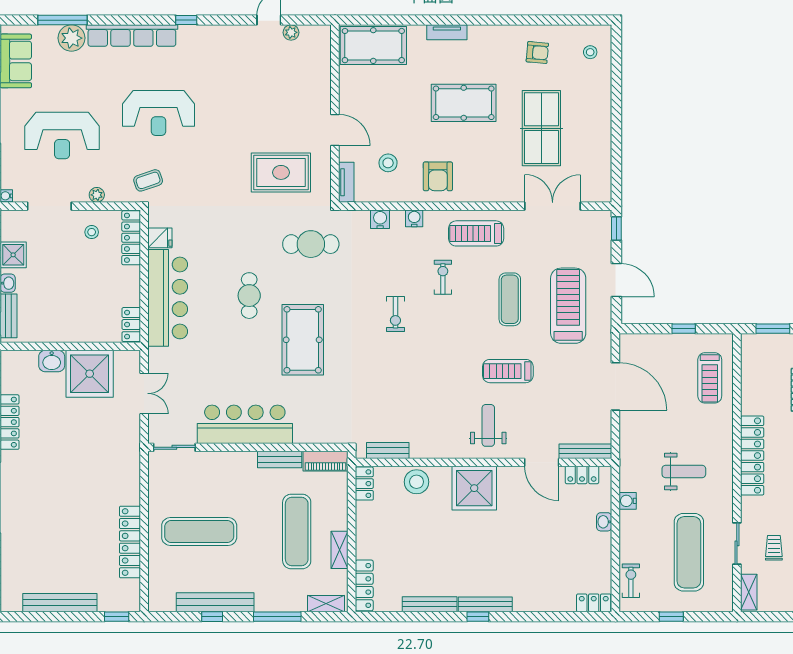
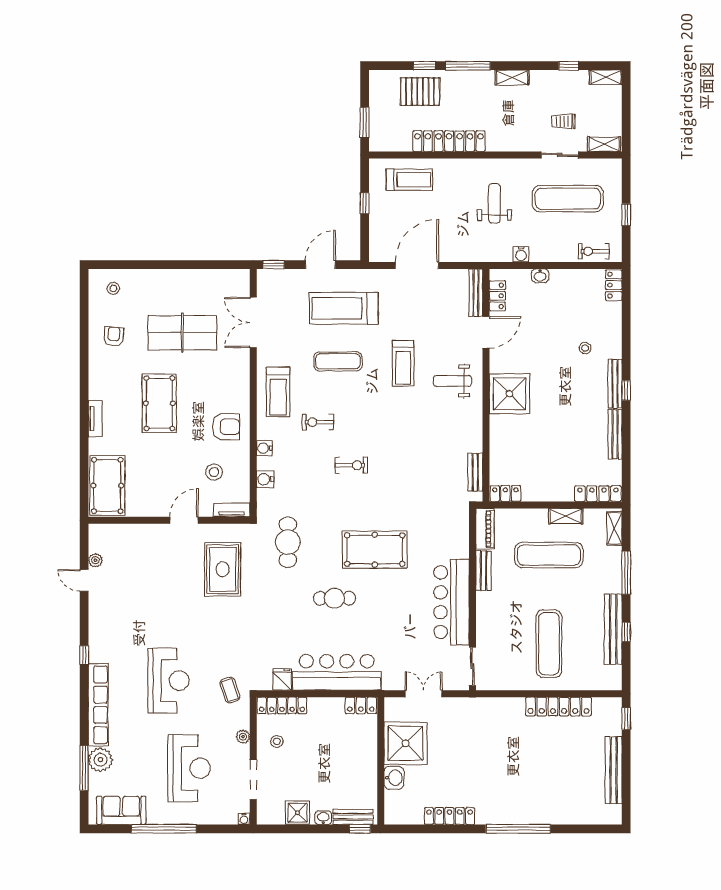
locker: (752, 456) -> (449, 141), moved
stool: (417, 482) -> (585, 348), moved, width x0.53, depth x0.53

